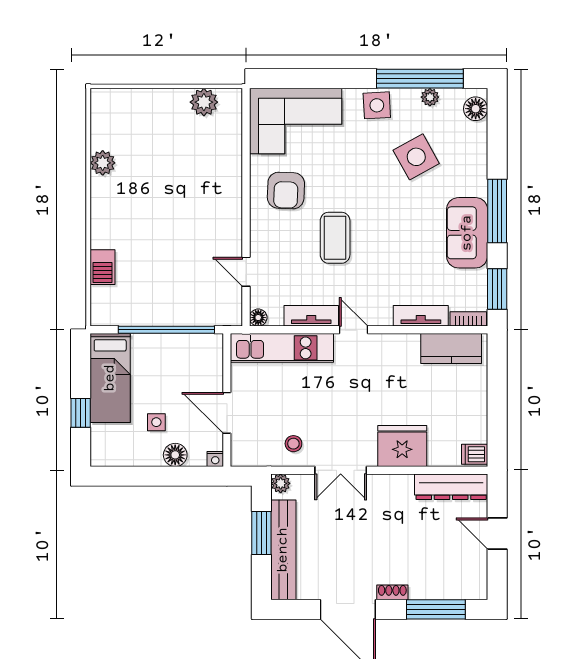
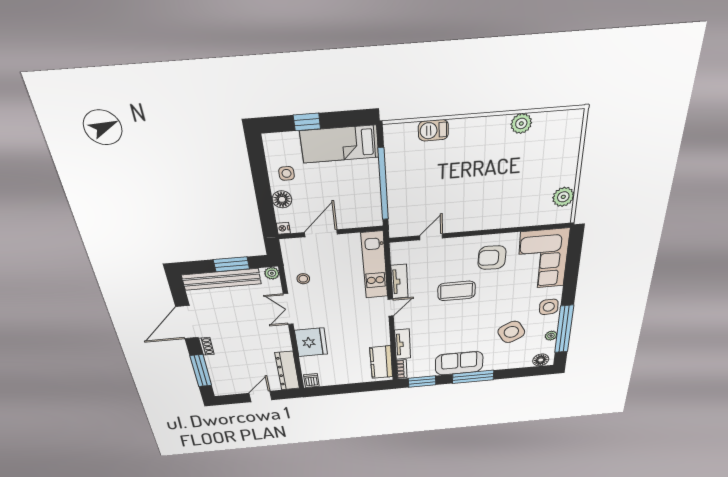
floor lamp: (258, 318) -> (396, 248), removed
side table: (156, 422) -> (287, 173), moved

